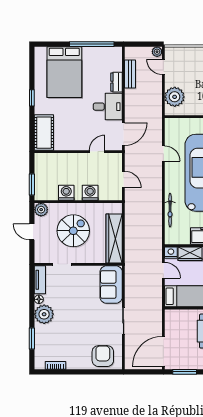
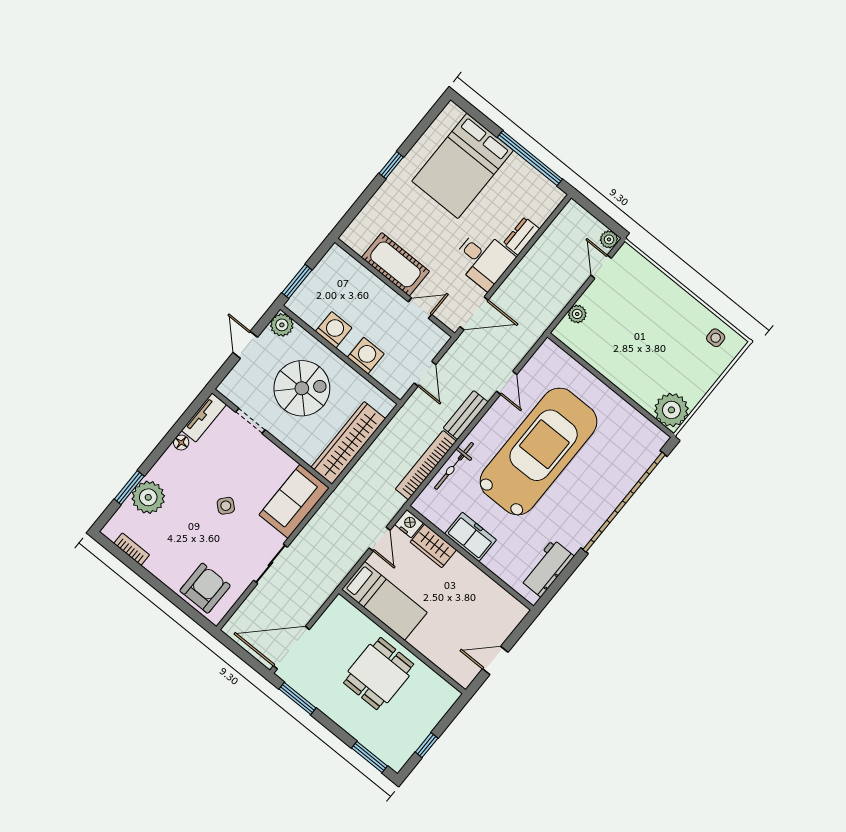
bench: (130, 74) -> (466, 415), moved
plant: (175, 97) -> (577, 314), width x0.53, depth x0.53
cot: (44, 133) -> (395, 264), moved, turned 90
bookcase: (157, 220) -> (426, 465), added
side table: (82, 311) -> (226, 506), added
plant: (44, 314) -> (148, 497), moved

